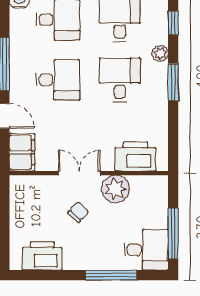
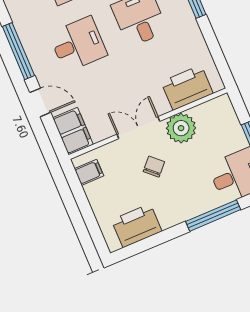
filing cabinet: (21, 193) -> (89, 172), added

